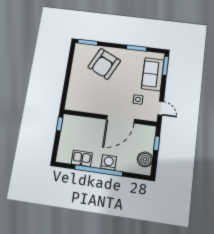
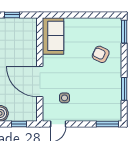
armchair: (104, 64) -> (101, 54), width x0.53, depth x0.53
sofa: (153, 74) -> (53, 36), moved, turned 90
window: (60, 124) -> (12, 15), moved

